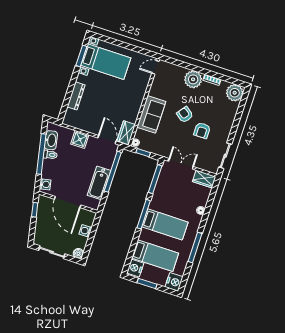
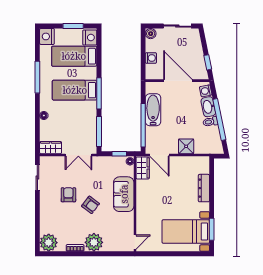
washbasin: (51, 140) -> (208, 107), moved

